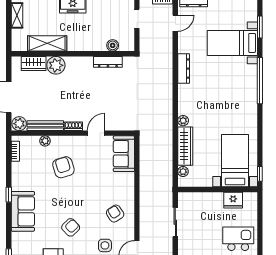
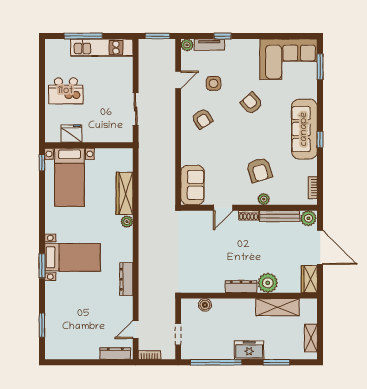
bed with nightstands: (232, 43) -> (72, 257), moved
dresser: (108, 62) -> (241, 287), moved
wardrobe: (34, 63) -> (309, 279), moved, turned -90
window: (260, 81) -> (42, 266), width x0.47
plant: (45, 141) -> (264, 199), moved
plant: (183, 171) -> (127, 165), removed
sofa: (23, 211) -> (304, 129), width x1.36
armchair: (71, 227) -> (251, 103), turned 93

